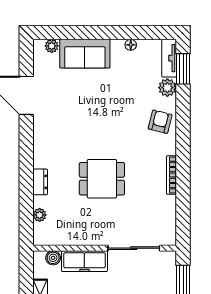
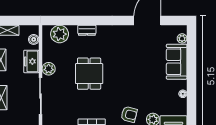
plant: (40, 215) -> (60, 34), width x1.87, depth x1.87
plant: (95, 236) -> (49, 69), added
freezer: (84, 261) -> (31, 61), width x0.71

